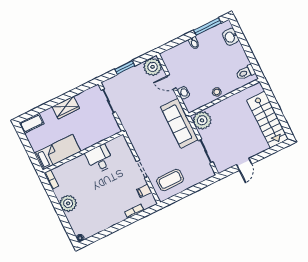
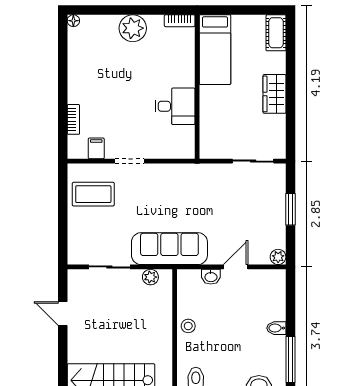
plant: (153, 67) -> (278, 257), width x0.53, depth x0.53
plant: (202, 120) -> (150, 277), width x0.53, depth x0.53
coffee table: (170, 180) -> (93, 194), turned 90

